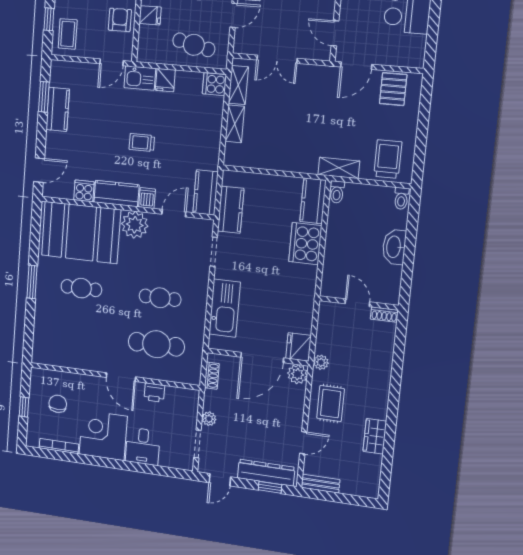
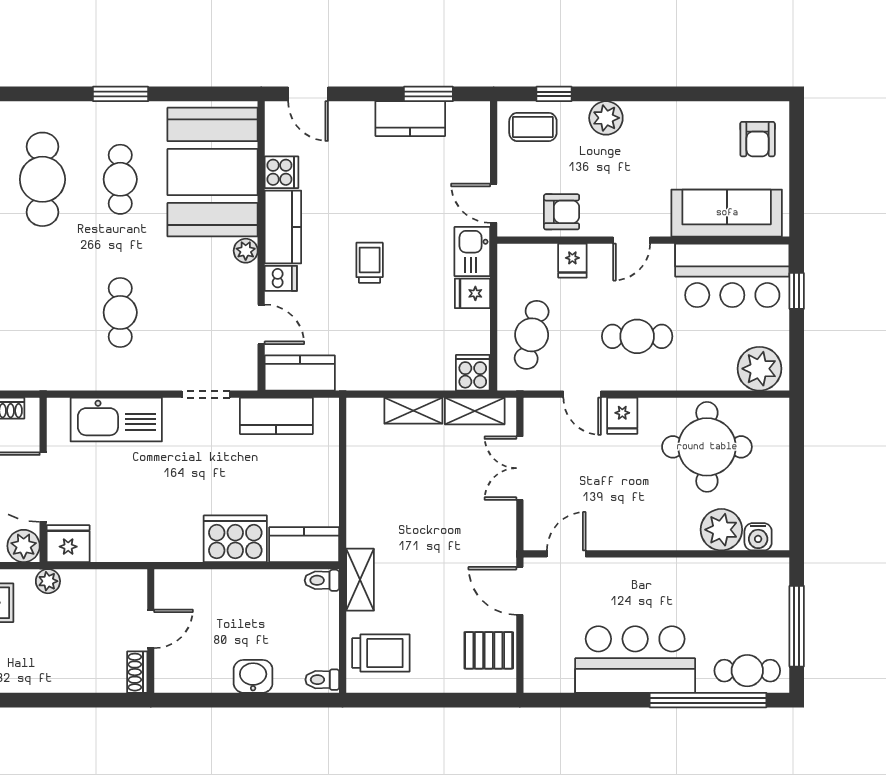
plant: (135, 225) -> (246, 251), width x0.53, depth x0.53
washbasin: (394, 247) -> (253, 676), width x0.72
cafe table: (156, 344) -> (42, 179), moved

